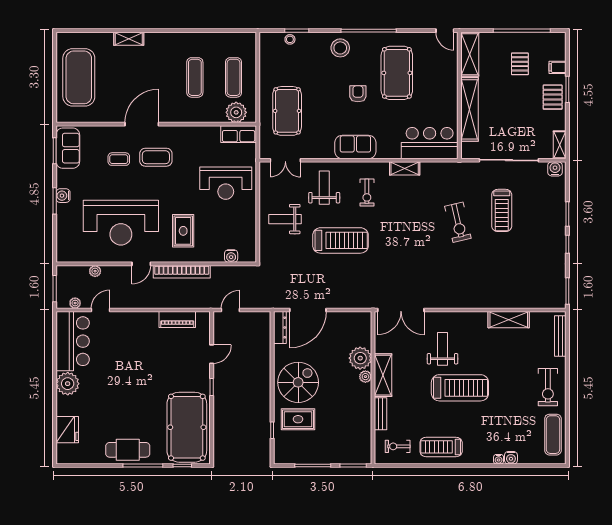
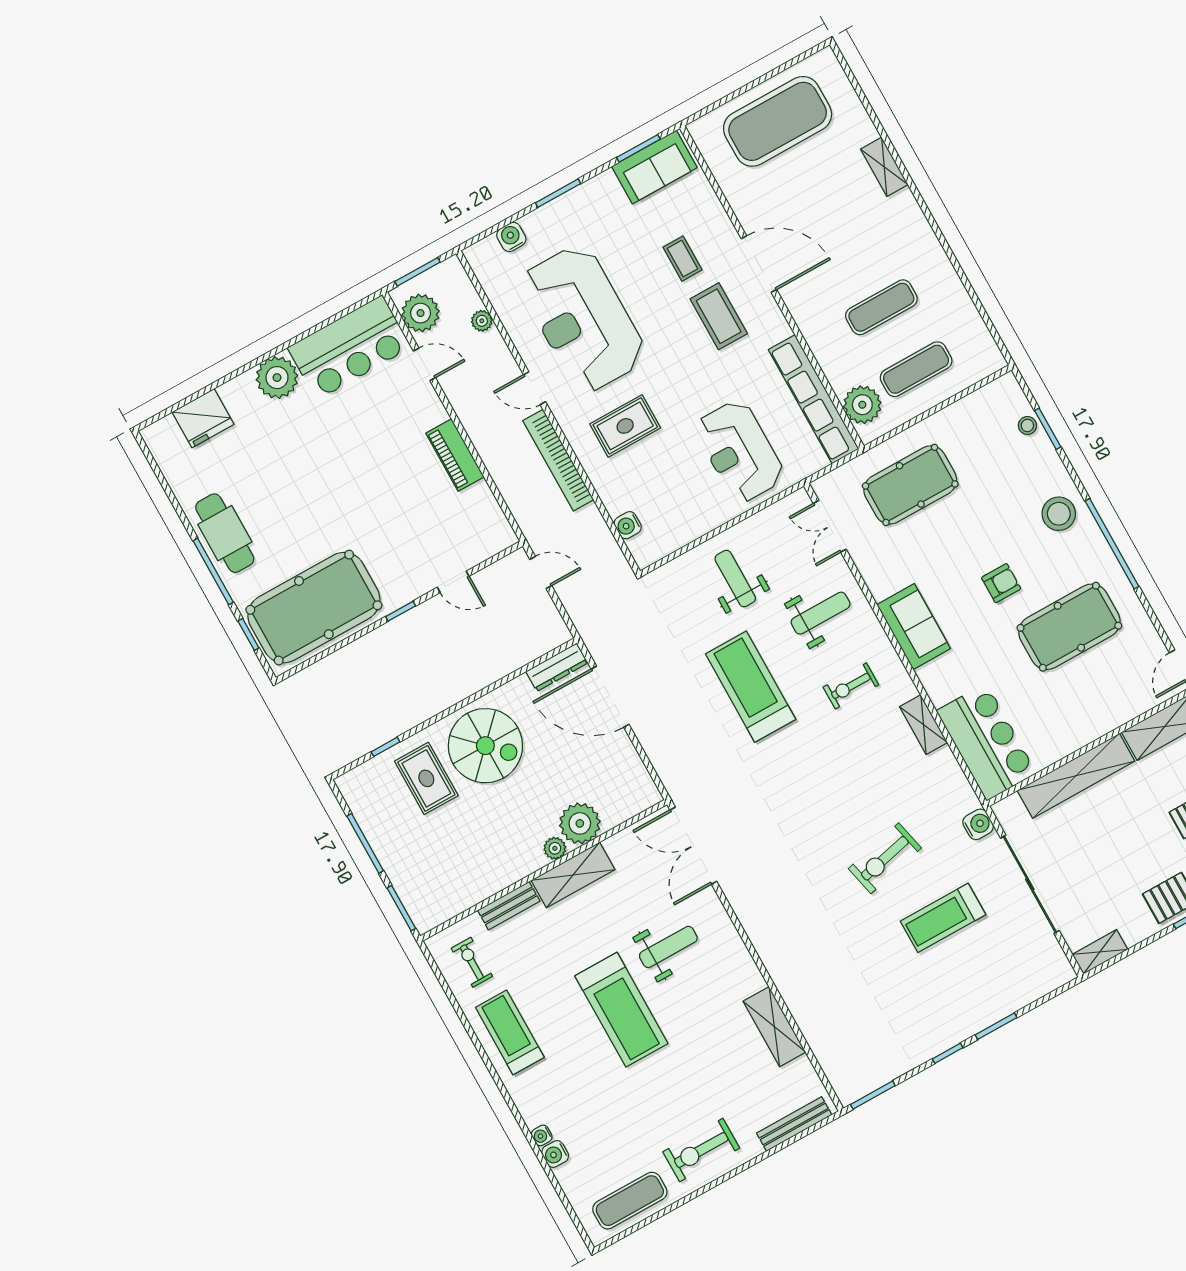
row of seats: (239, 134) -> (814, 399), width x2.02
water cooler: (555, 169) -> (978, 824), moved
water cooler: (63, 196) -> (511, 237), moved
treadmill: (341, 240) -> (751, 687), turned 180
plant: (75, 303) -> (421, 313), width x1.88, depth x1.88
piano: (177, 320) -> (455, 455), moved

